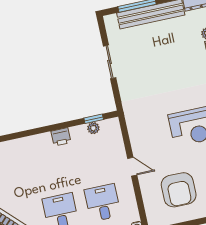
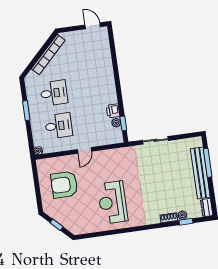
sliding door: (110, 62) -> (156, 140), moved
printer: (61, 137) -> (113, 111), moved

